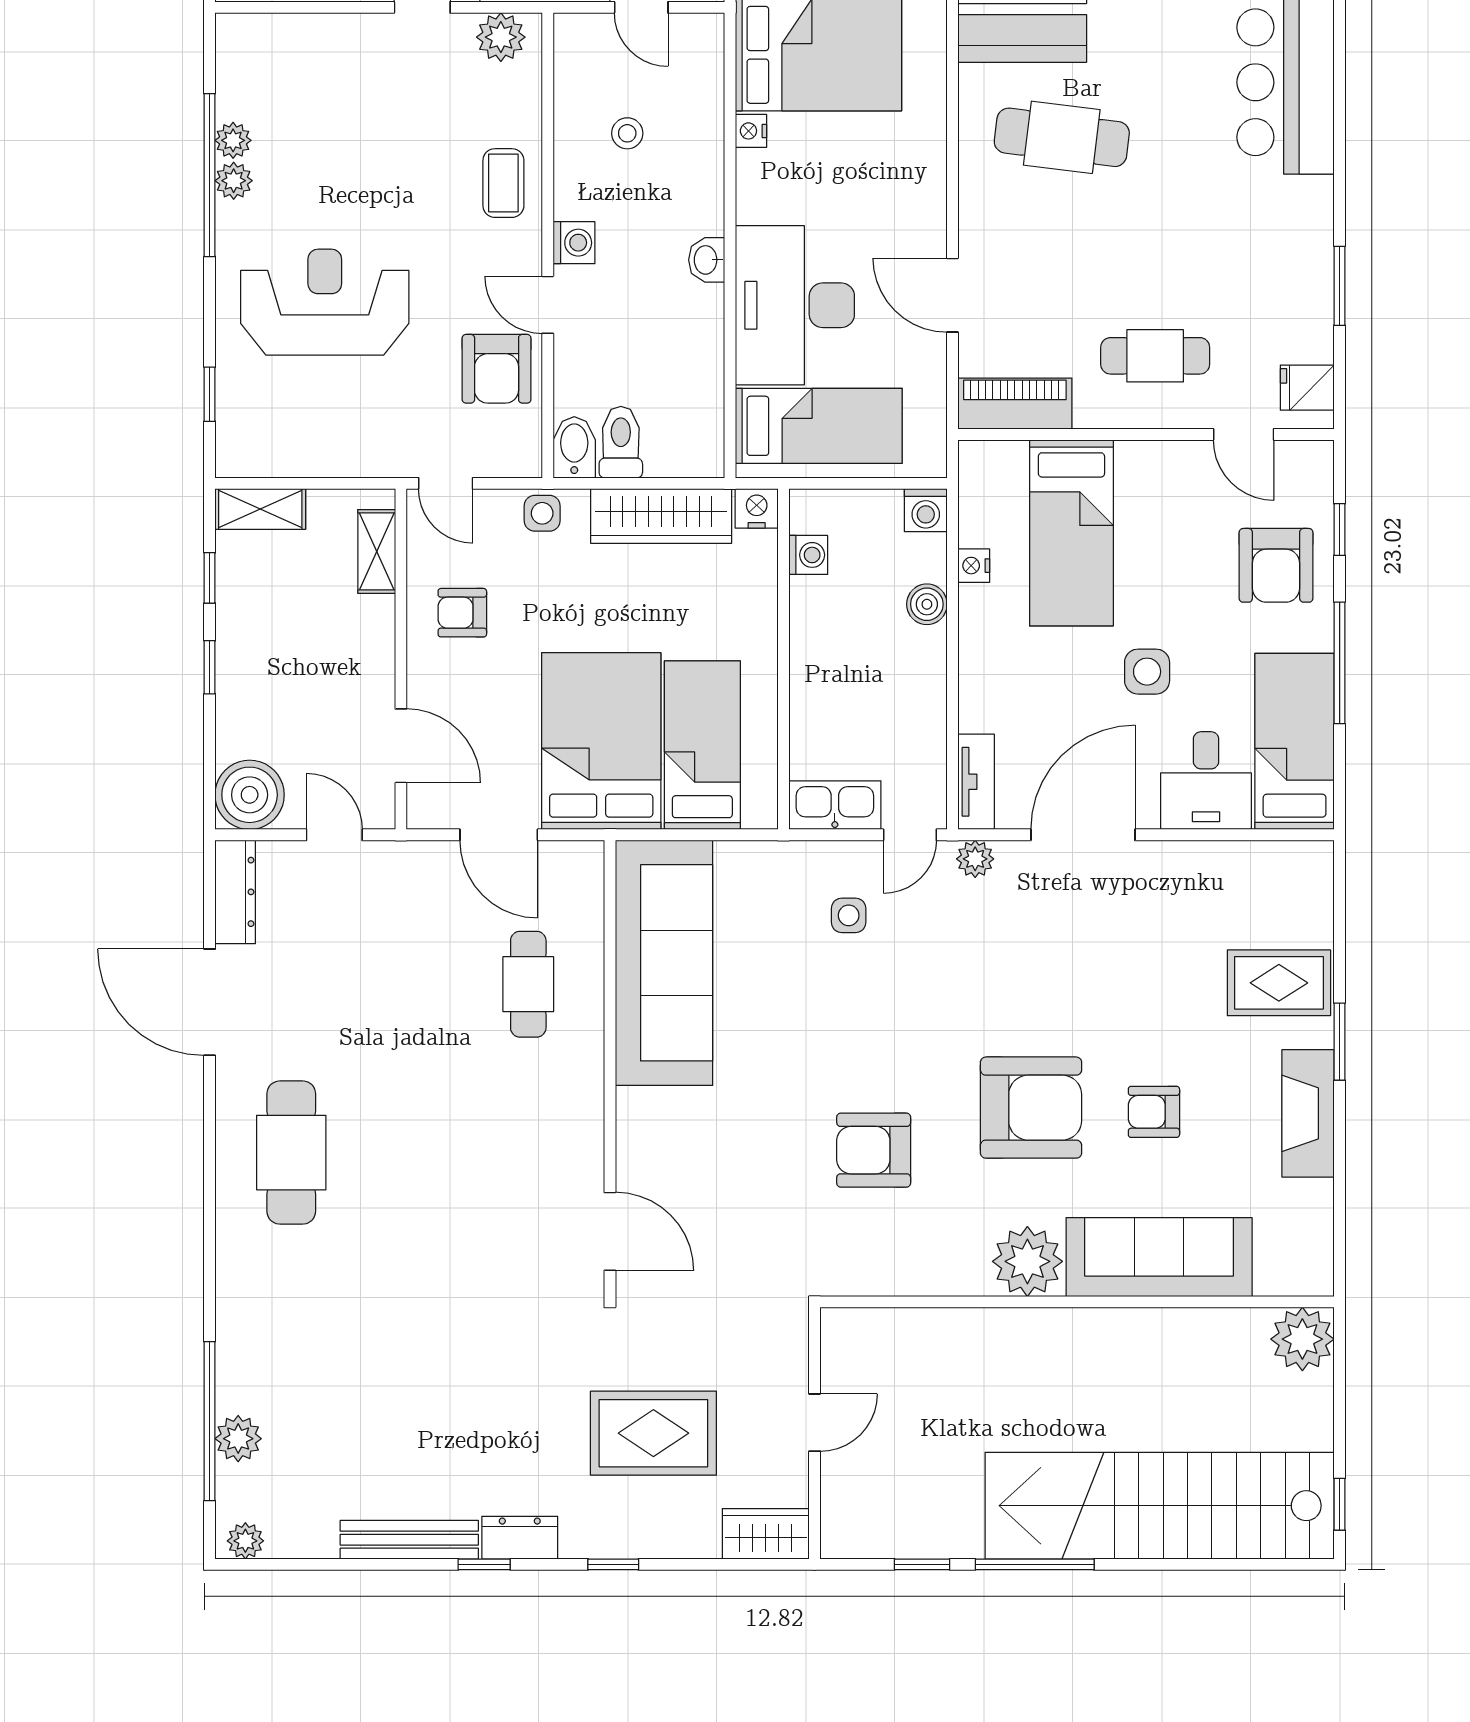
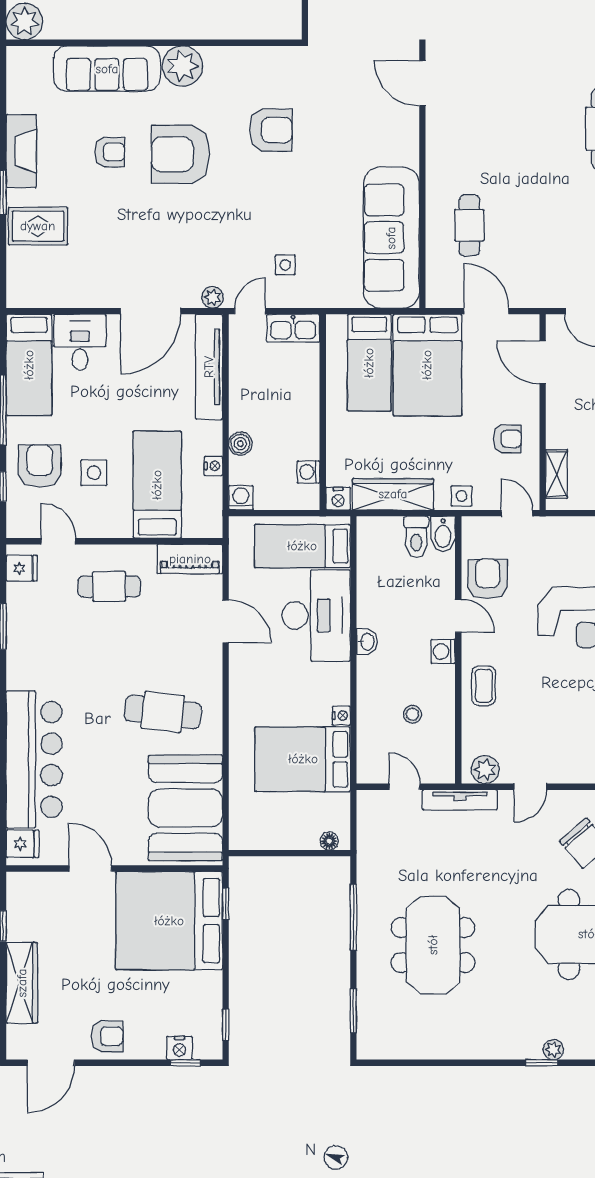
side table: (1147, 672) -> (94, 473), moved
tv unit: (976, 782) -> (209, 367), width x1.92, depth x1.29

